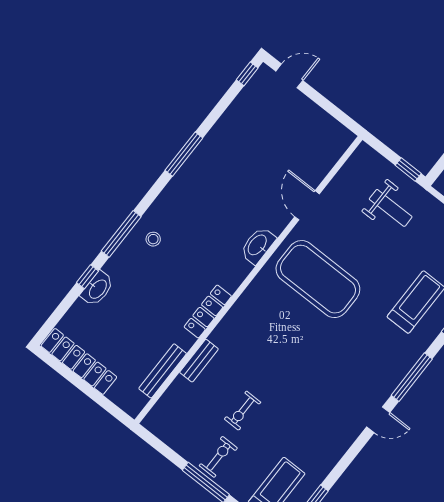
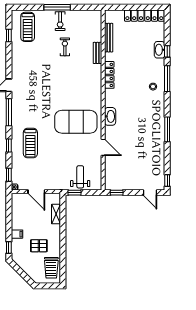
door: (289, 76) -> (150, 193), hinge flipped
window: (342, 117) -> (117, 193), added
weight bench: (391, 208) -> (80, 177), moved, turned 90

